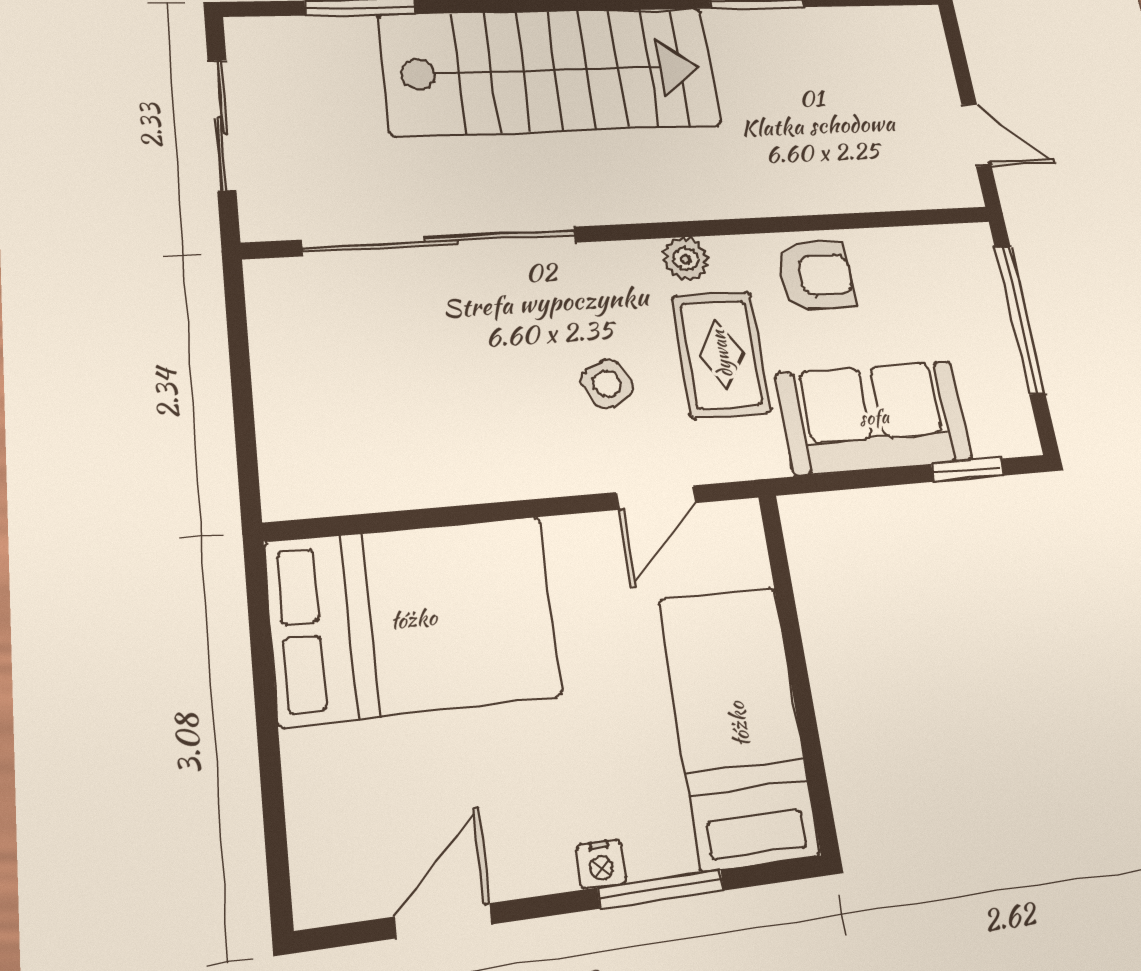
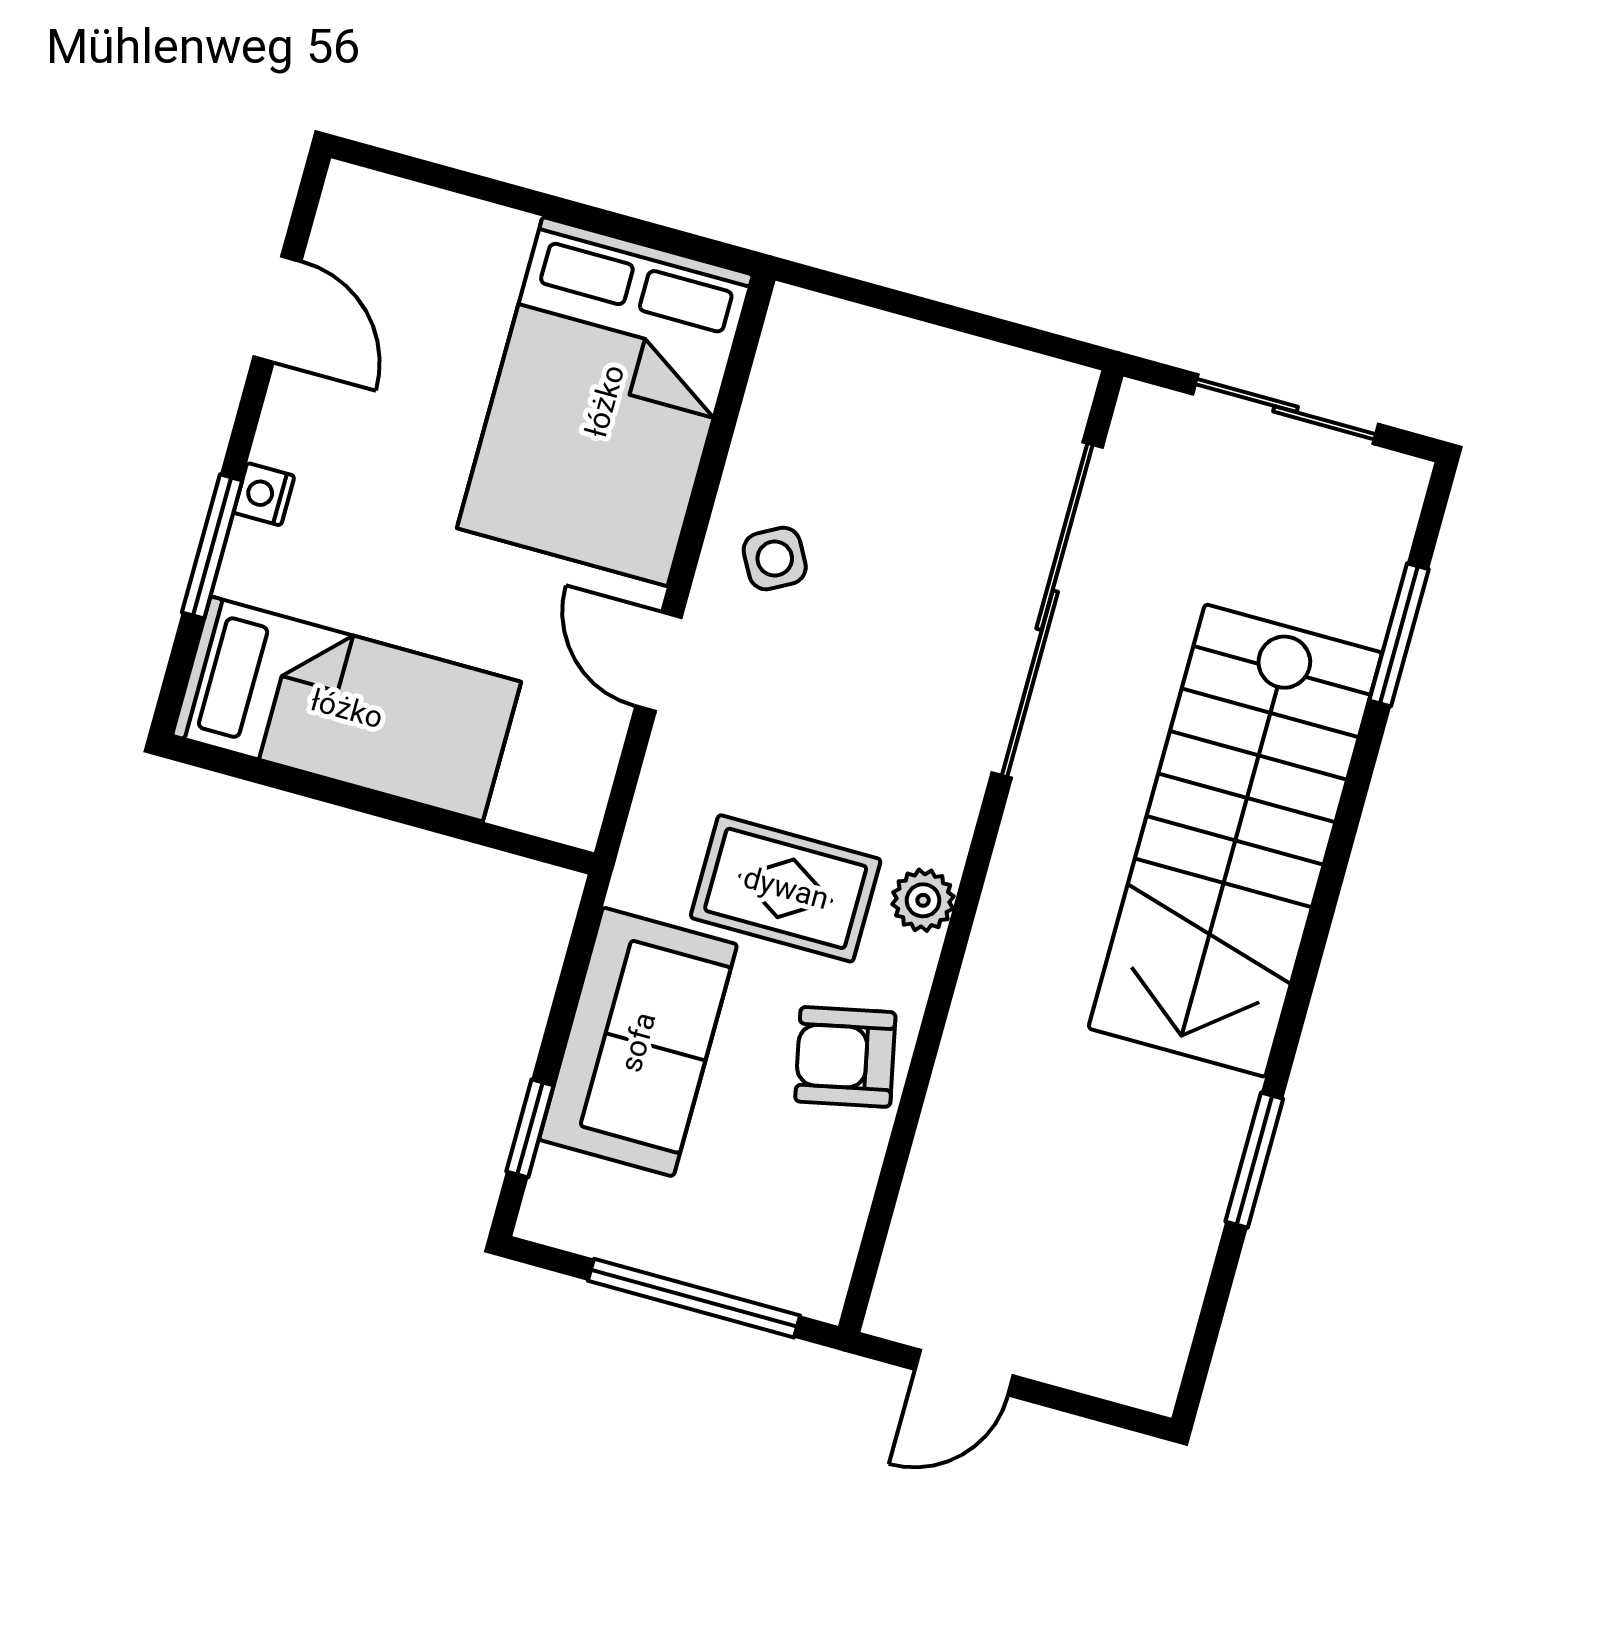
armchair: (816, 275) -> (845, 1057), turned 78
side table: (607, 384) -> (775, 559), moved
door: (656, 498) -> (658, 662), moved

